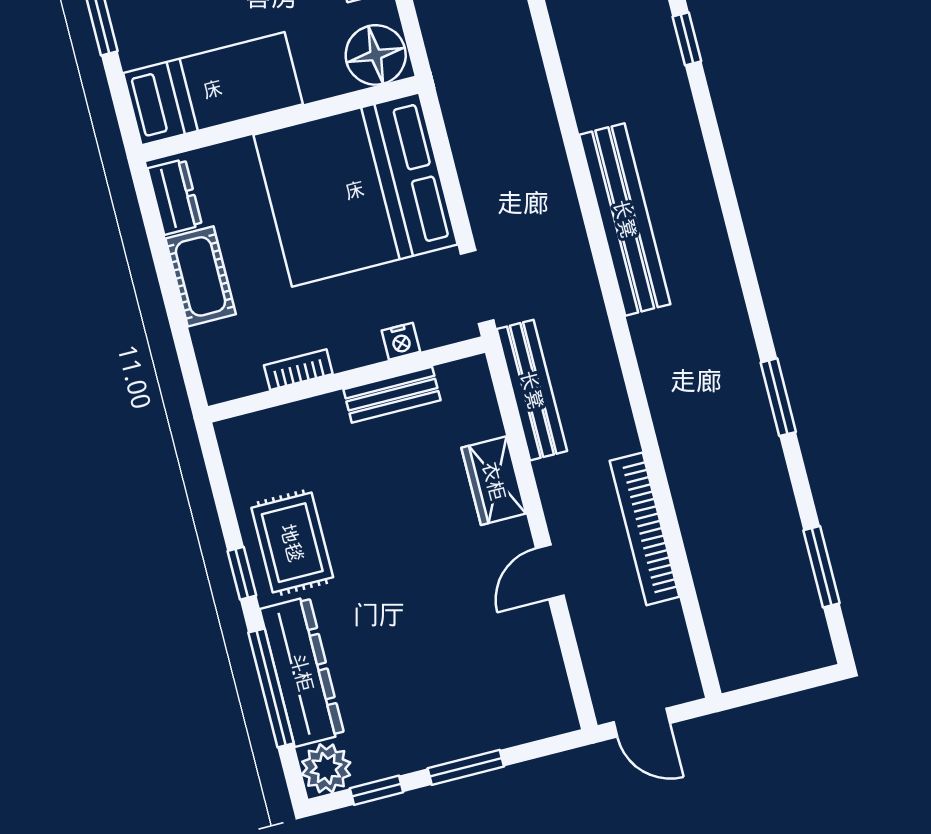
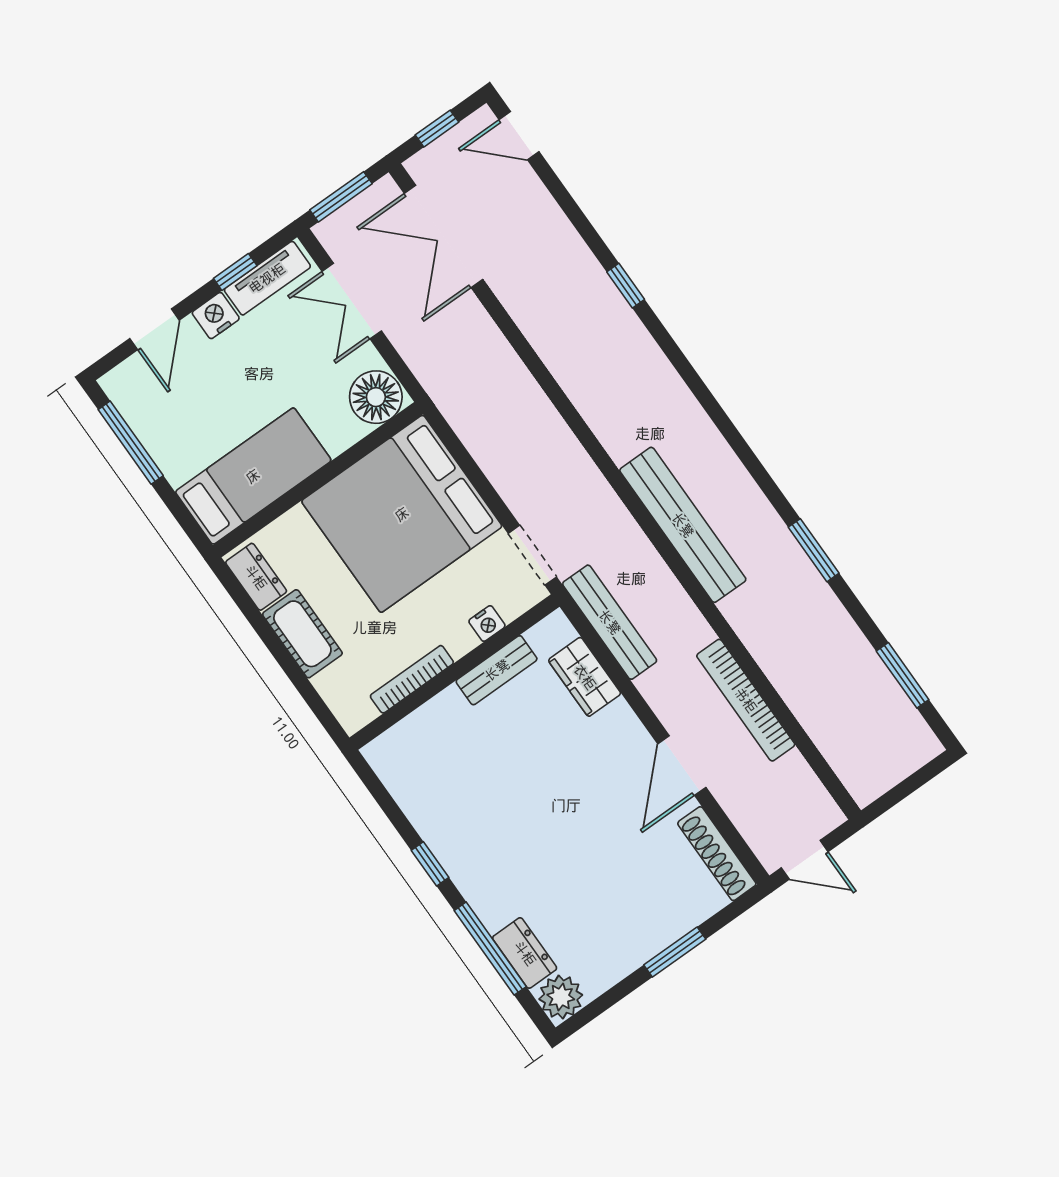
bench: (625, 219) -> (683, 525), moved
bookcase: (298, 370) -> (412, 679), width x1.56
wardrobe: (494, 481) -> (585, 677), moved
rug: (292, 543) -> (462, 823), removed
door: (550, 572) -> (682, 766), width x1.38
dresser: (302, 672) -> (525, 953), width x0.51, depth x0.80
shoe rack: (551, 680) -> (717, 854), added
window: (376, 790) -> (609, 999), removed

